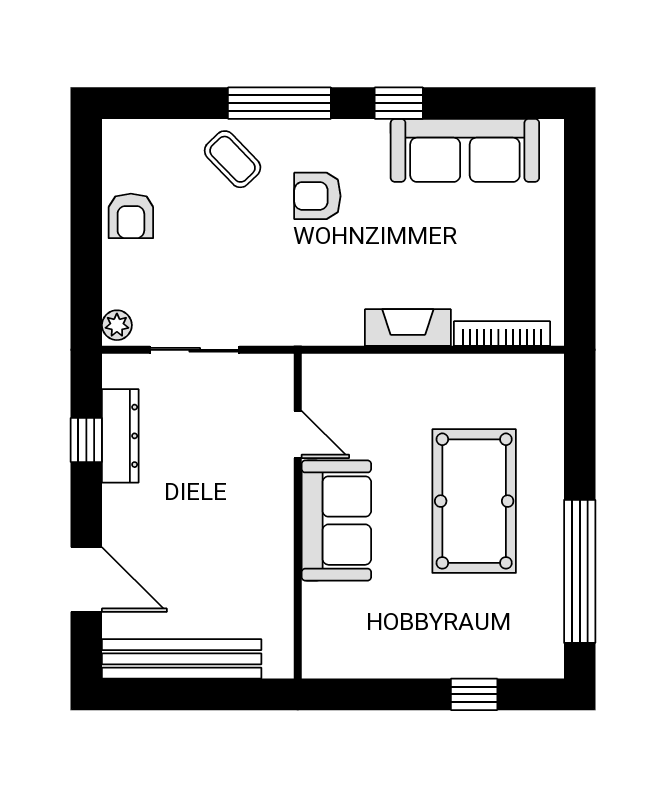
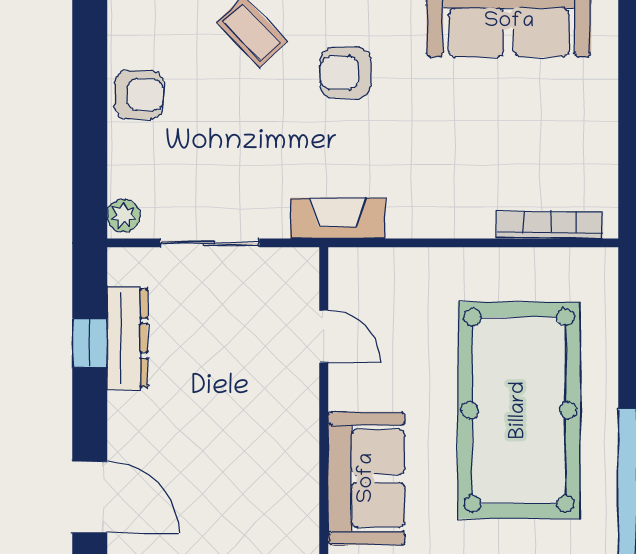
armchair: (131, 216) -> (139, 95), turned -90
fireplace: (408, 328) -> (338, 218), moved
pool table: (474, 501) -> (519, 410), width x1.36, depth x1.32
sofa: (336, 521) -> (367, 478), moved

